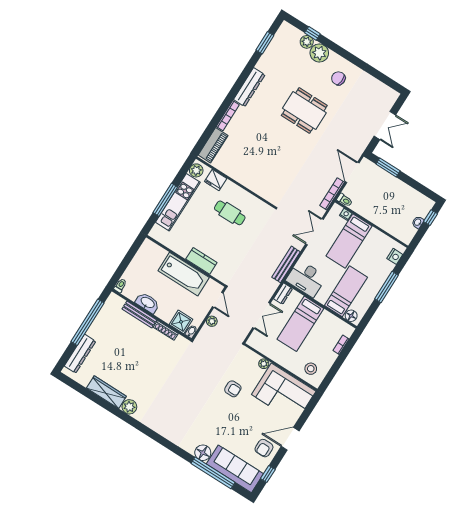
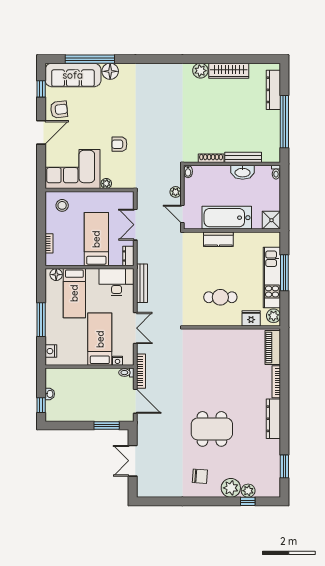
shower: (181, 322) -> (271, 220), moved
armchair: (264, 448) -> (59, 109), turned 84

